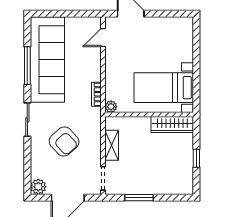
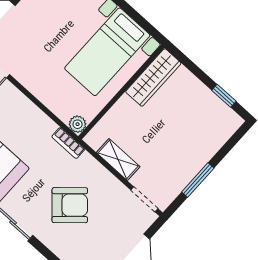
bookcase: (96, 94) -> (68, 143), moved
window: (196, 158) -> (224, 96), moved

